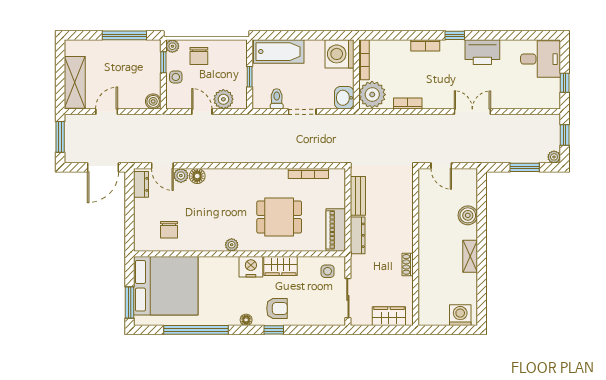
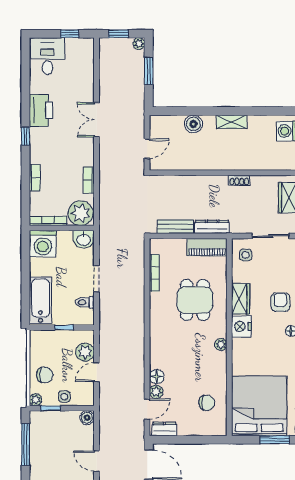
bookcase: (425, 45) -> (35, 178), moved

